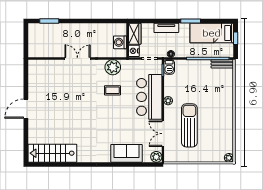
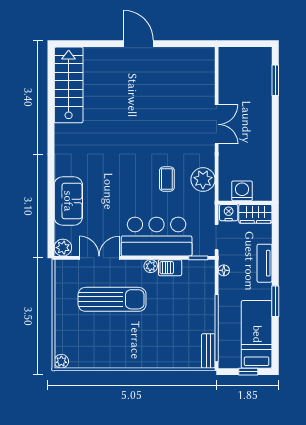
barbecue: (169, 67) -> (170, 268), moved

